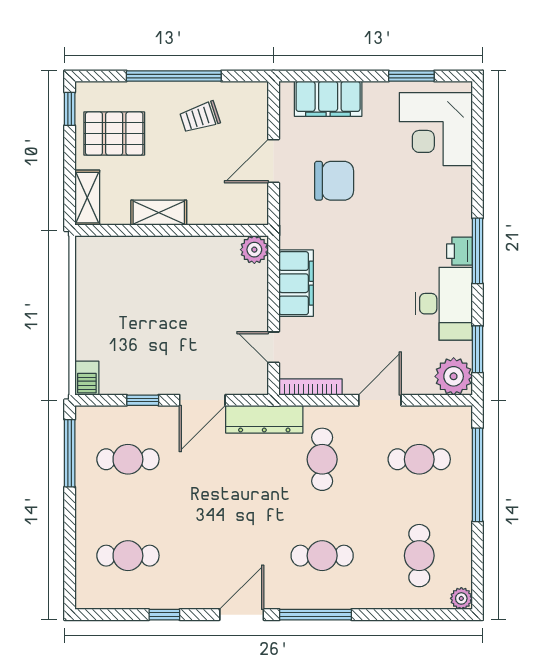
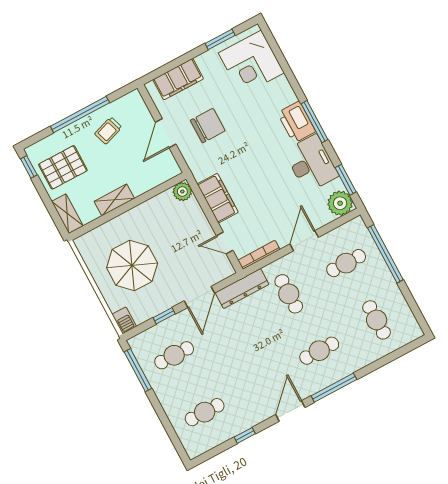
printer: (459, 251) -> (296, 122), width x1.87, depth x1.48
parasol: (136, 311) -> (132, 265), added
plant: (461, 598) -> (415, 332), removed

